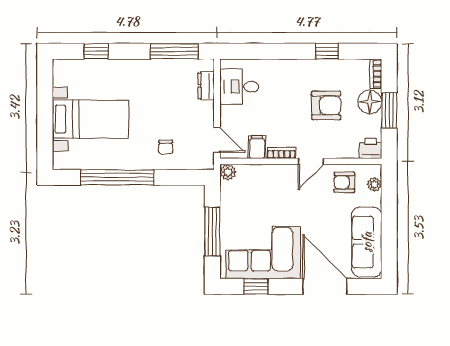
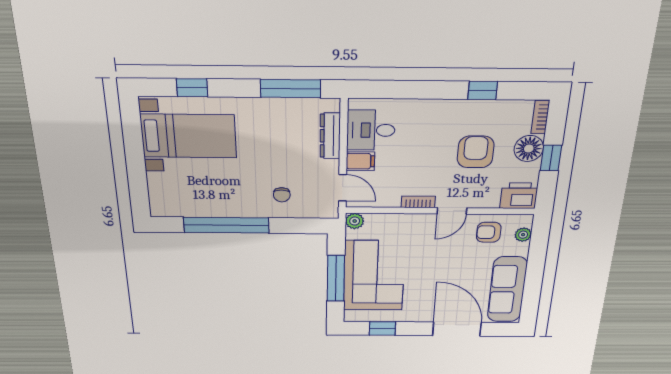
dresser: (206, 86) -> (330, 136), width x1.44
armchair: (326, 105) -> (476, 152), turned -90
window: (389, 110) -> (551, 158), width x0.67
bed with nightstands: (90, 119) -> (189, 136), moved
filing cabinet: (257, 147) -> (360, 161), moved, turned 90
printer: (371, 148) -> (519, 196), width x1.36, depth x1.24
corner sofa: (263, 253) -> (374, 276), moved, turned 90

